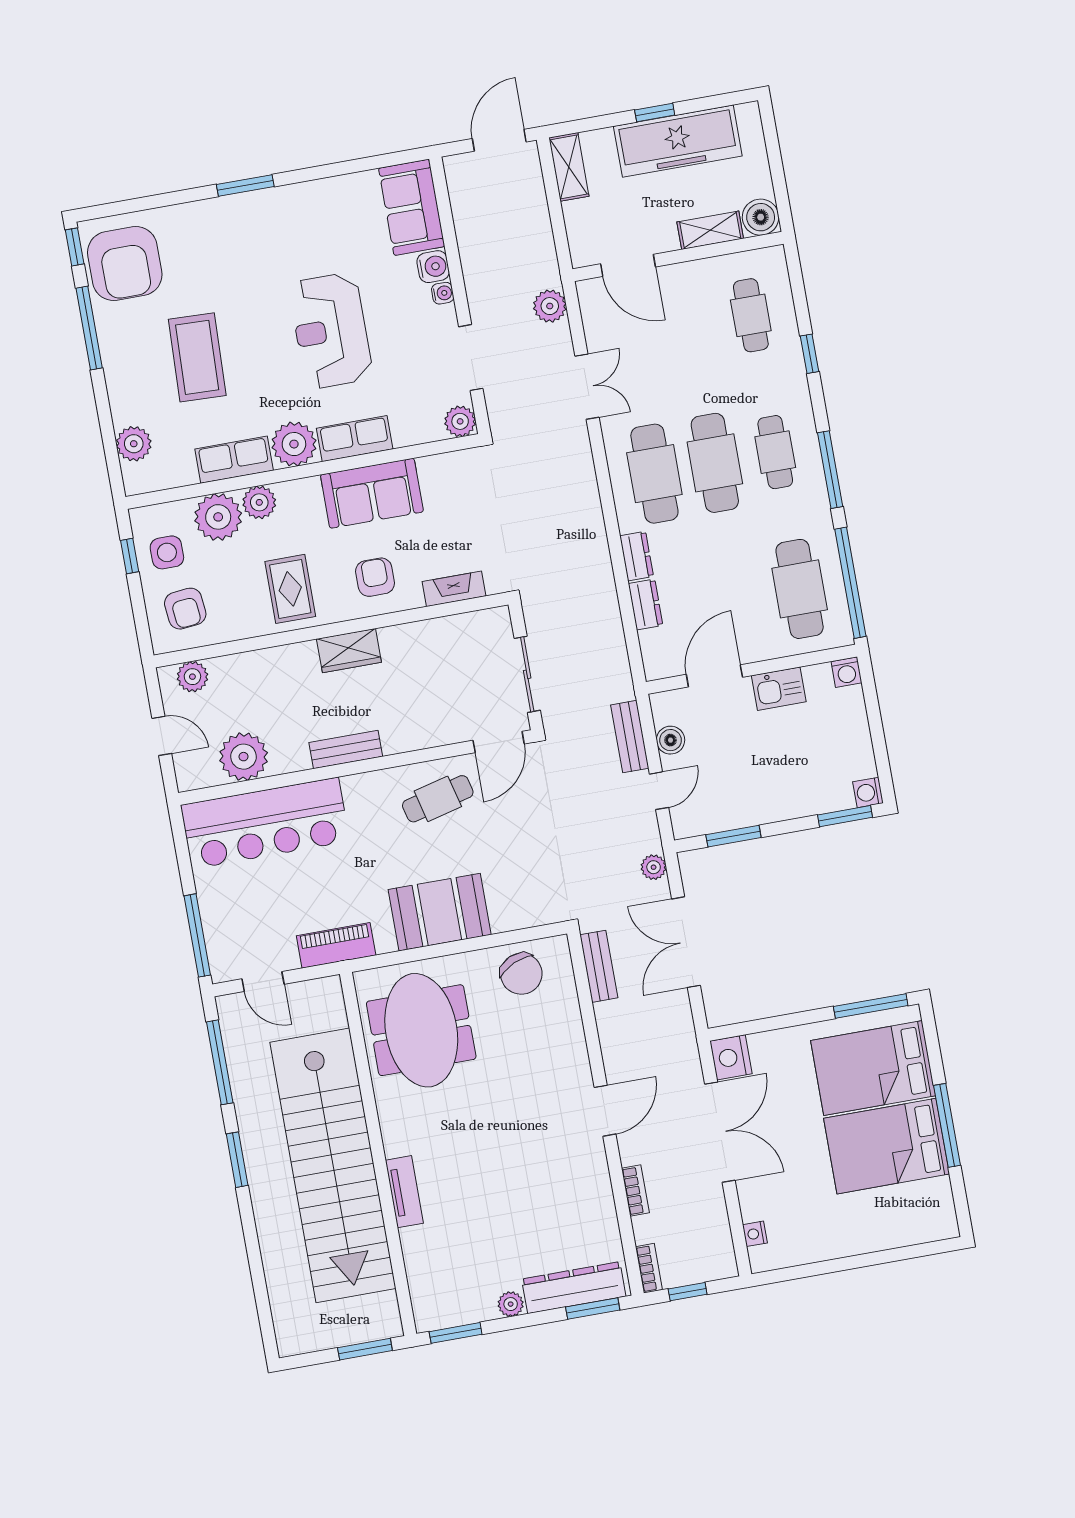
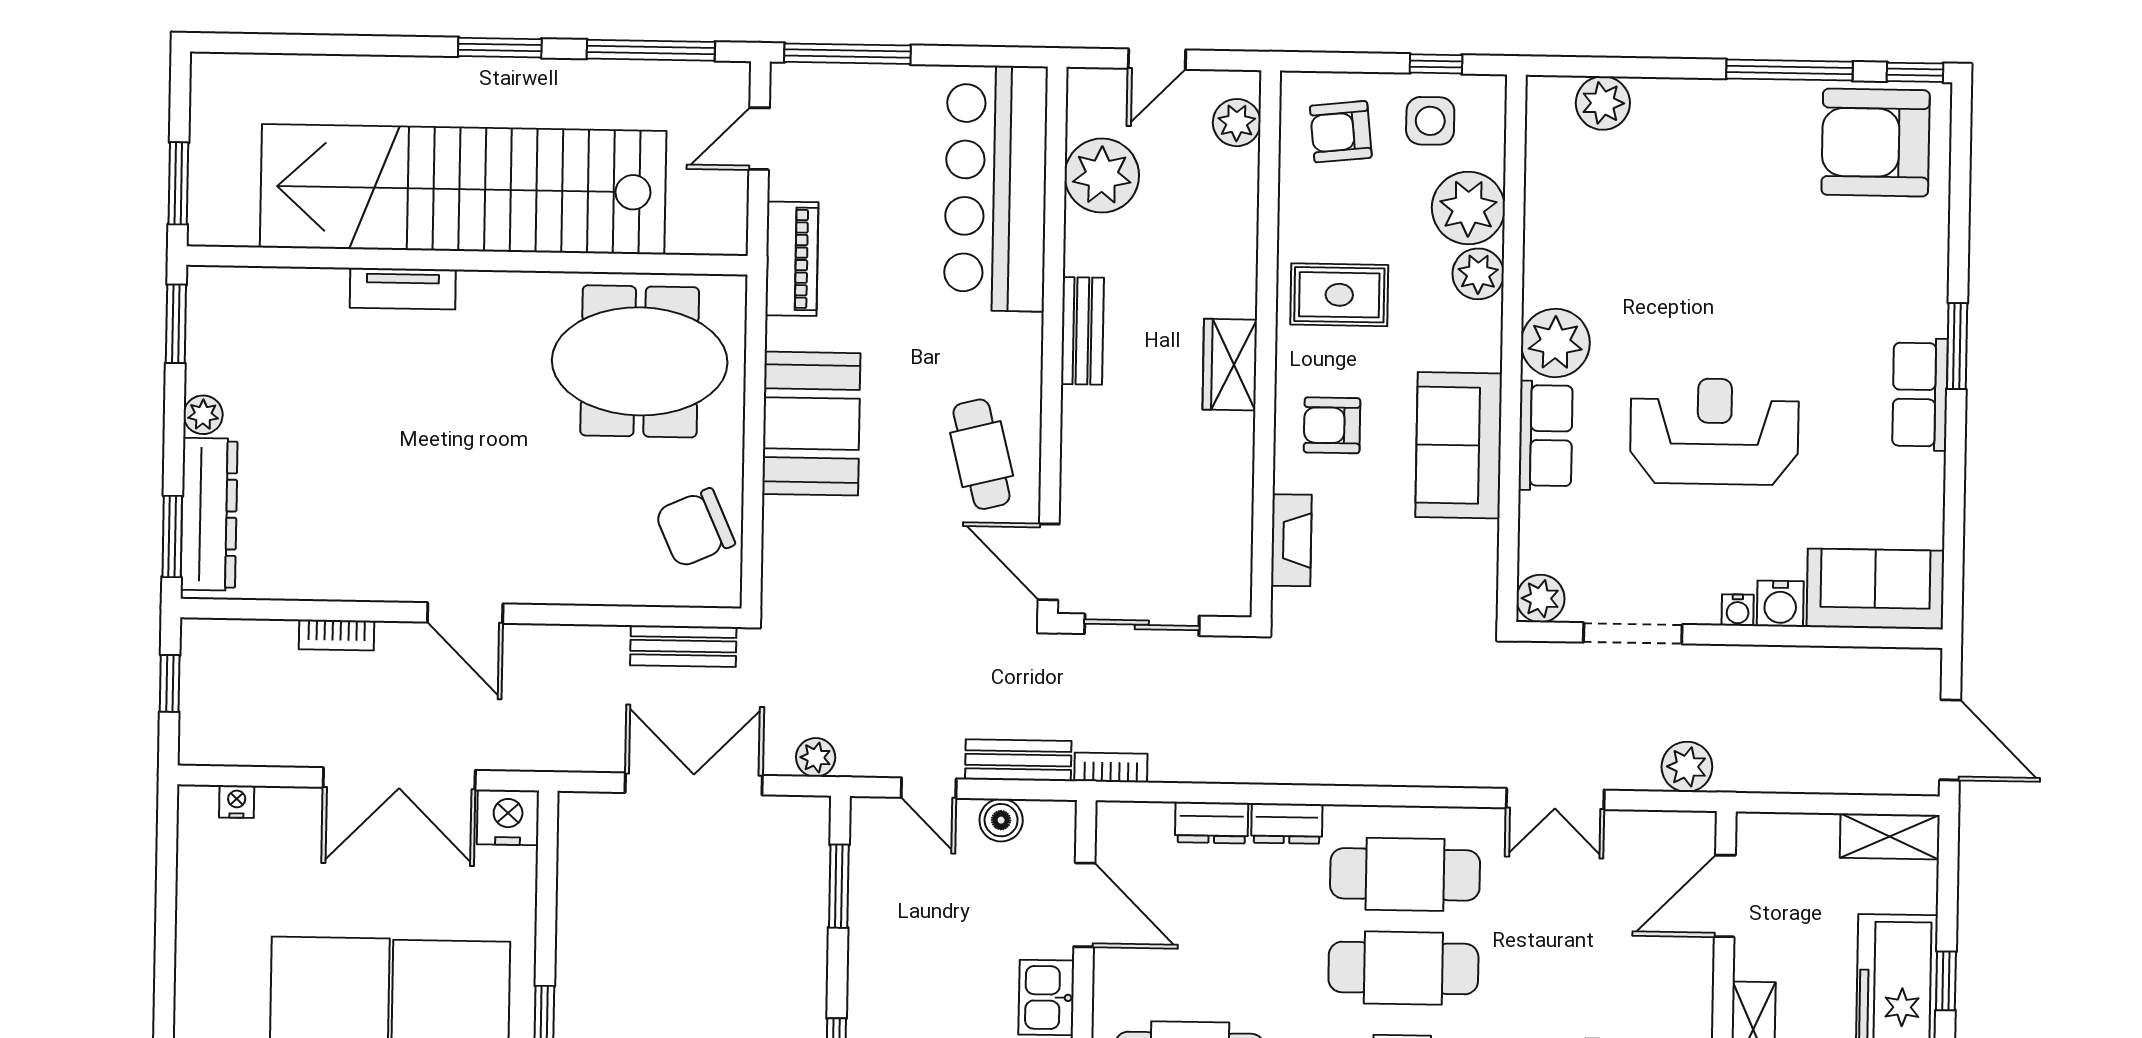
coffee table: (197, 357) -> (1714, 223), removed
row of seats: (234, 460) -> (1920, 395), moved, turned 180
armchair: (375, 577) -> (1332, 425), turned 180
bookcase: (649, 1268) -> (1111, 767), moved, turned 180

